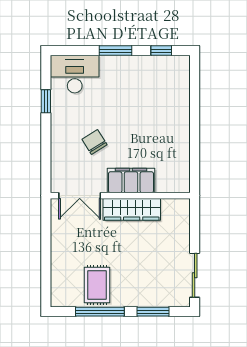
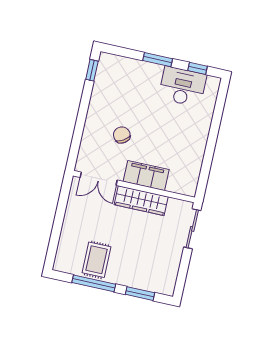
desk: (75, 74) -> (183, 87), moved
window: (46, 101) -> (92, 70), moved
sliding door: (195, 275) -> (192, 229), moved

